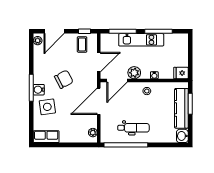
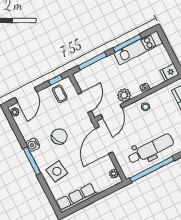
kitchen unit: (141, 40) -> (138, 48), moved
water cooler: (39, 90) -> (33, 145), moved
dental chair: (133, 128) -> (151, 149), width x1.36, depth x1.38
row of seats: (46, 137) -> (76, 198), width x1.48

